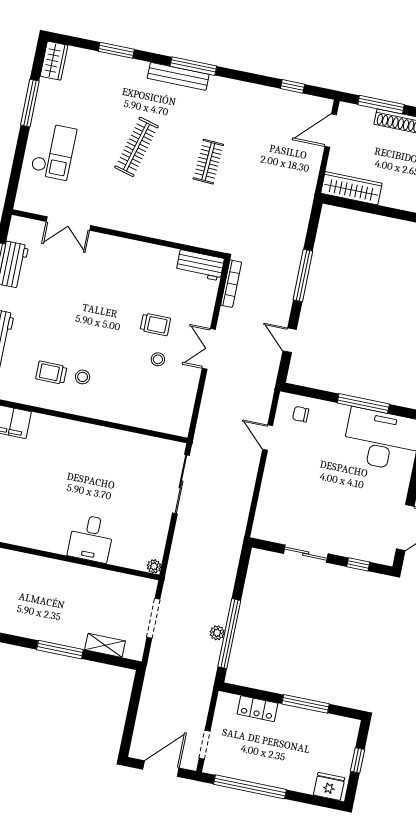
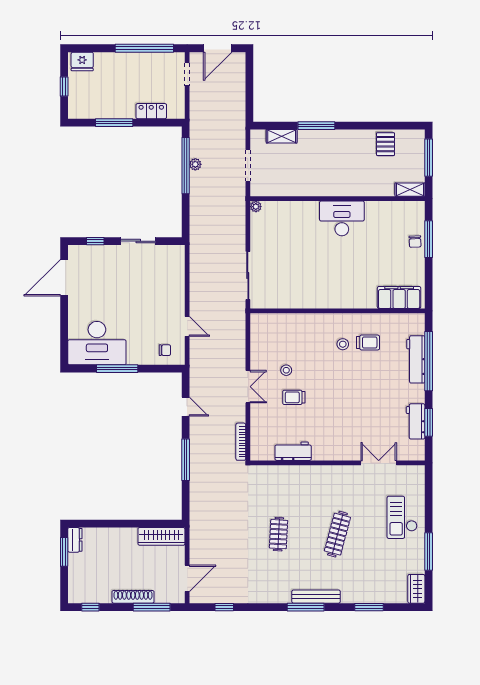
workbench: (200, 265) -> (293, 451), moved
desk: (91, 538) -> (342, 218), moved, width x1.37

